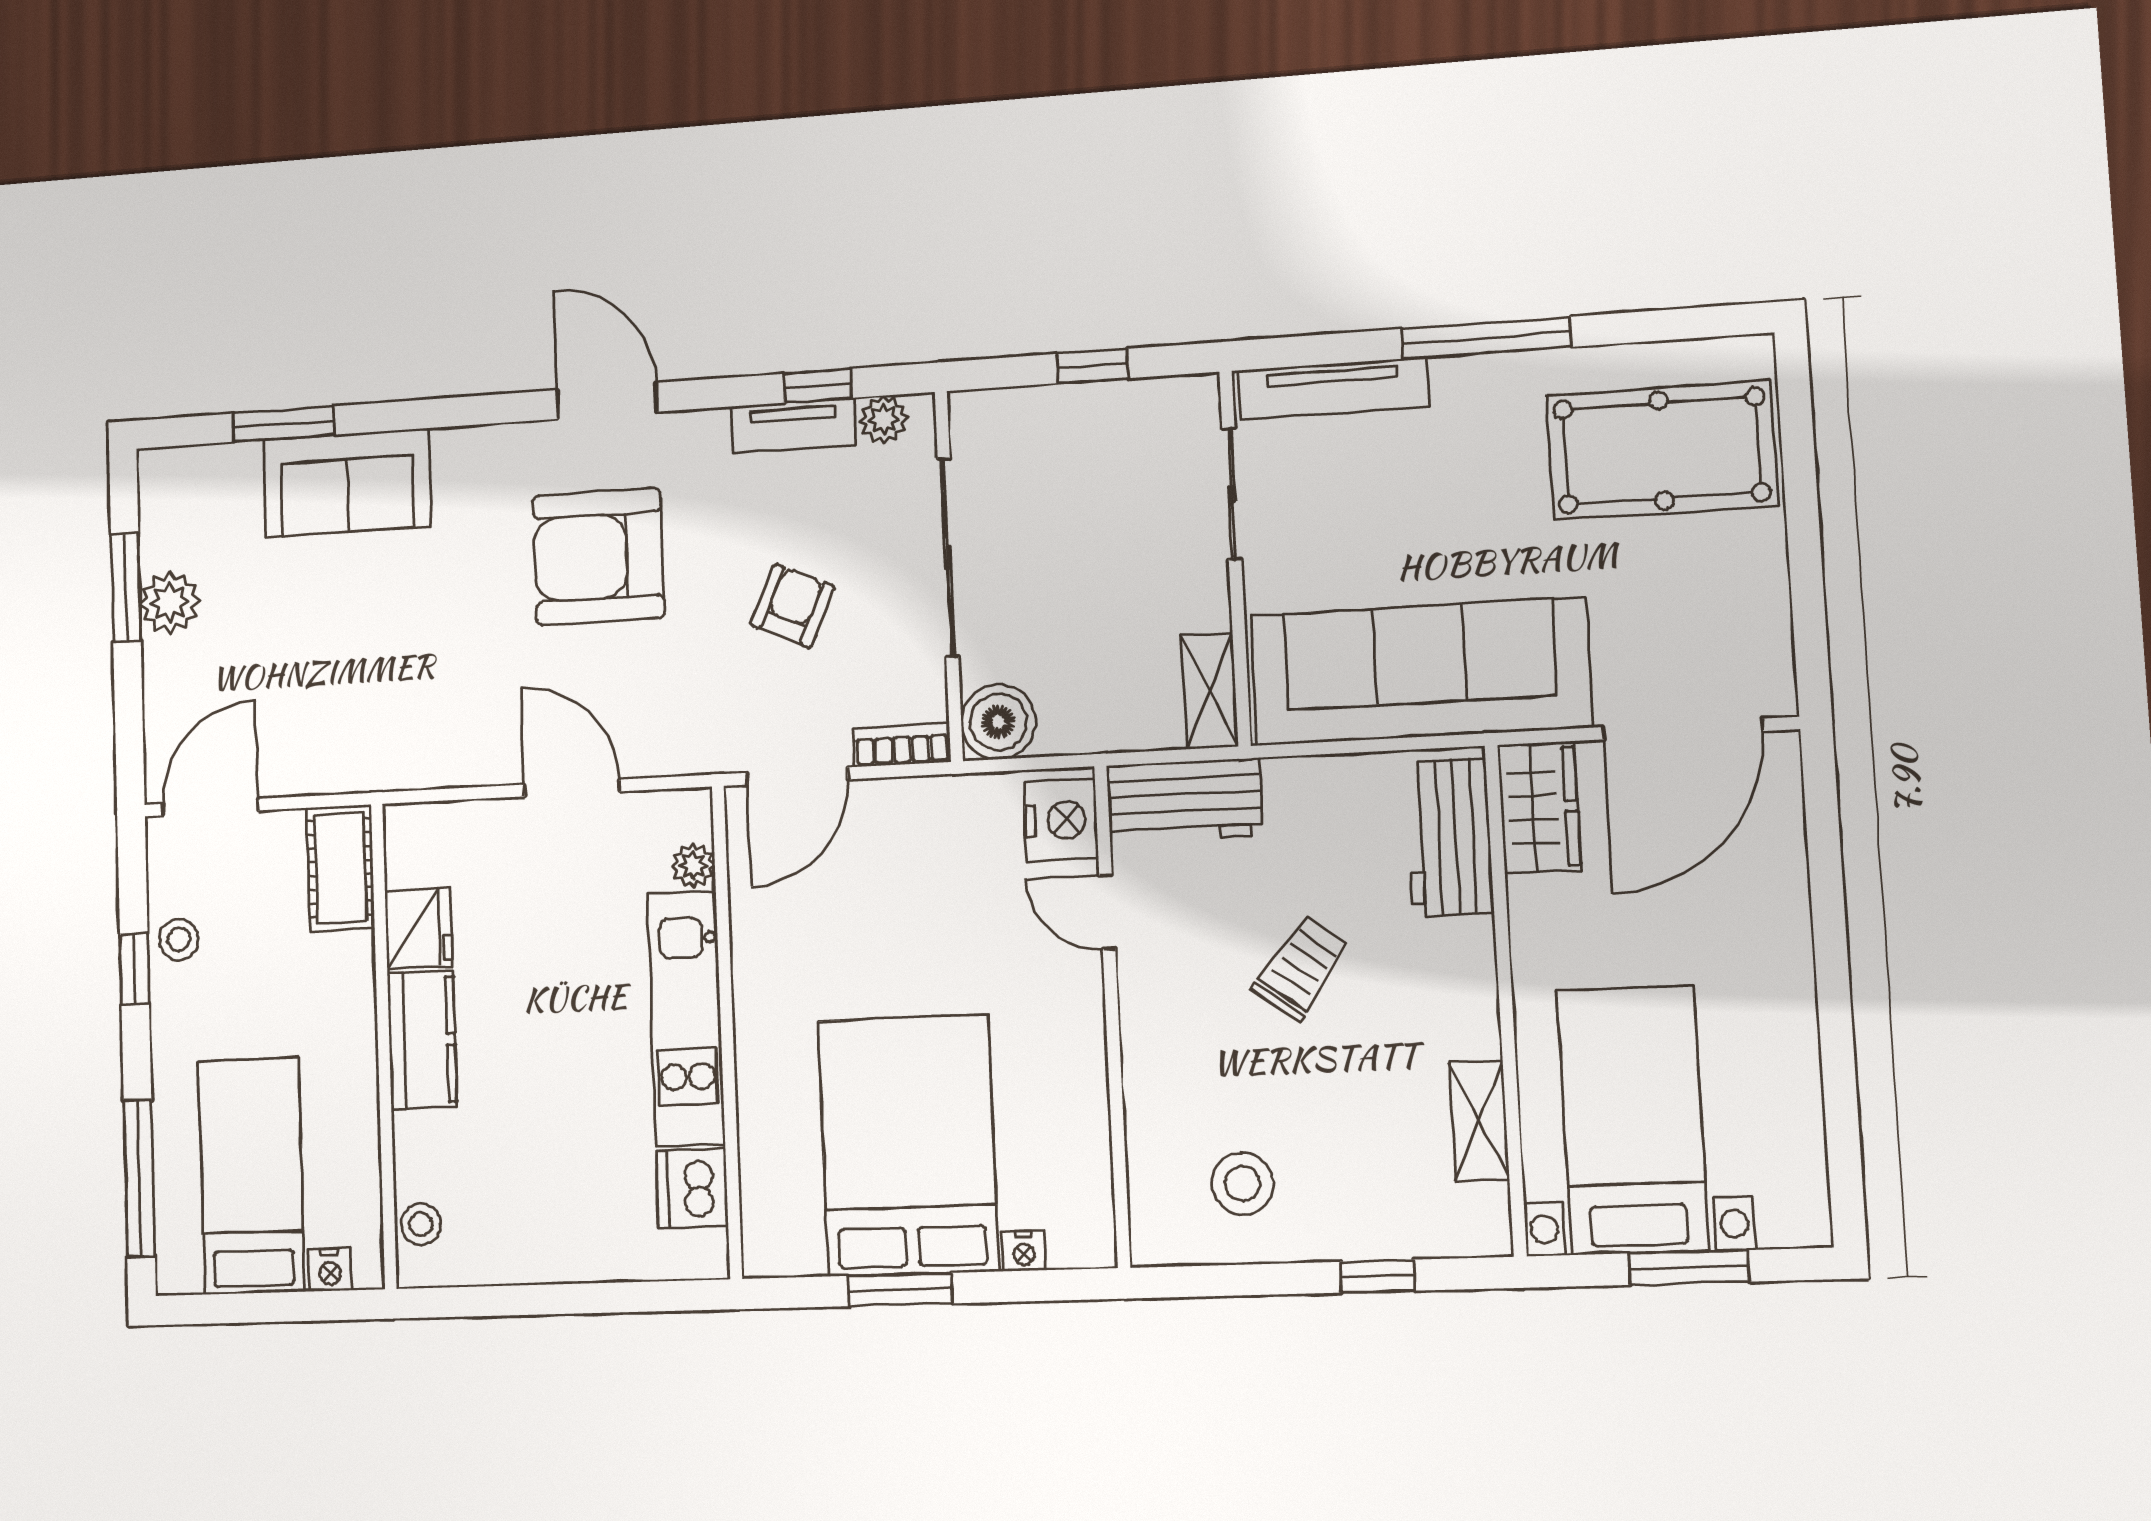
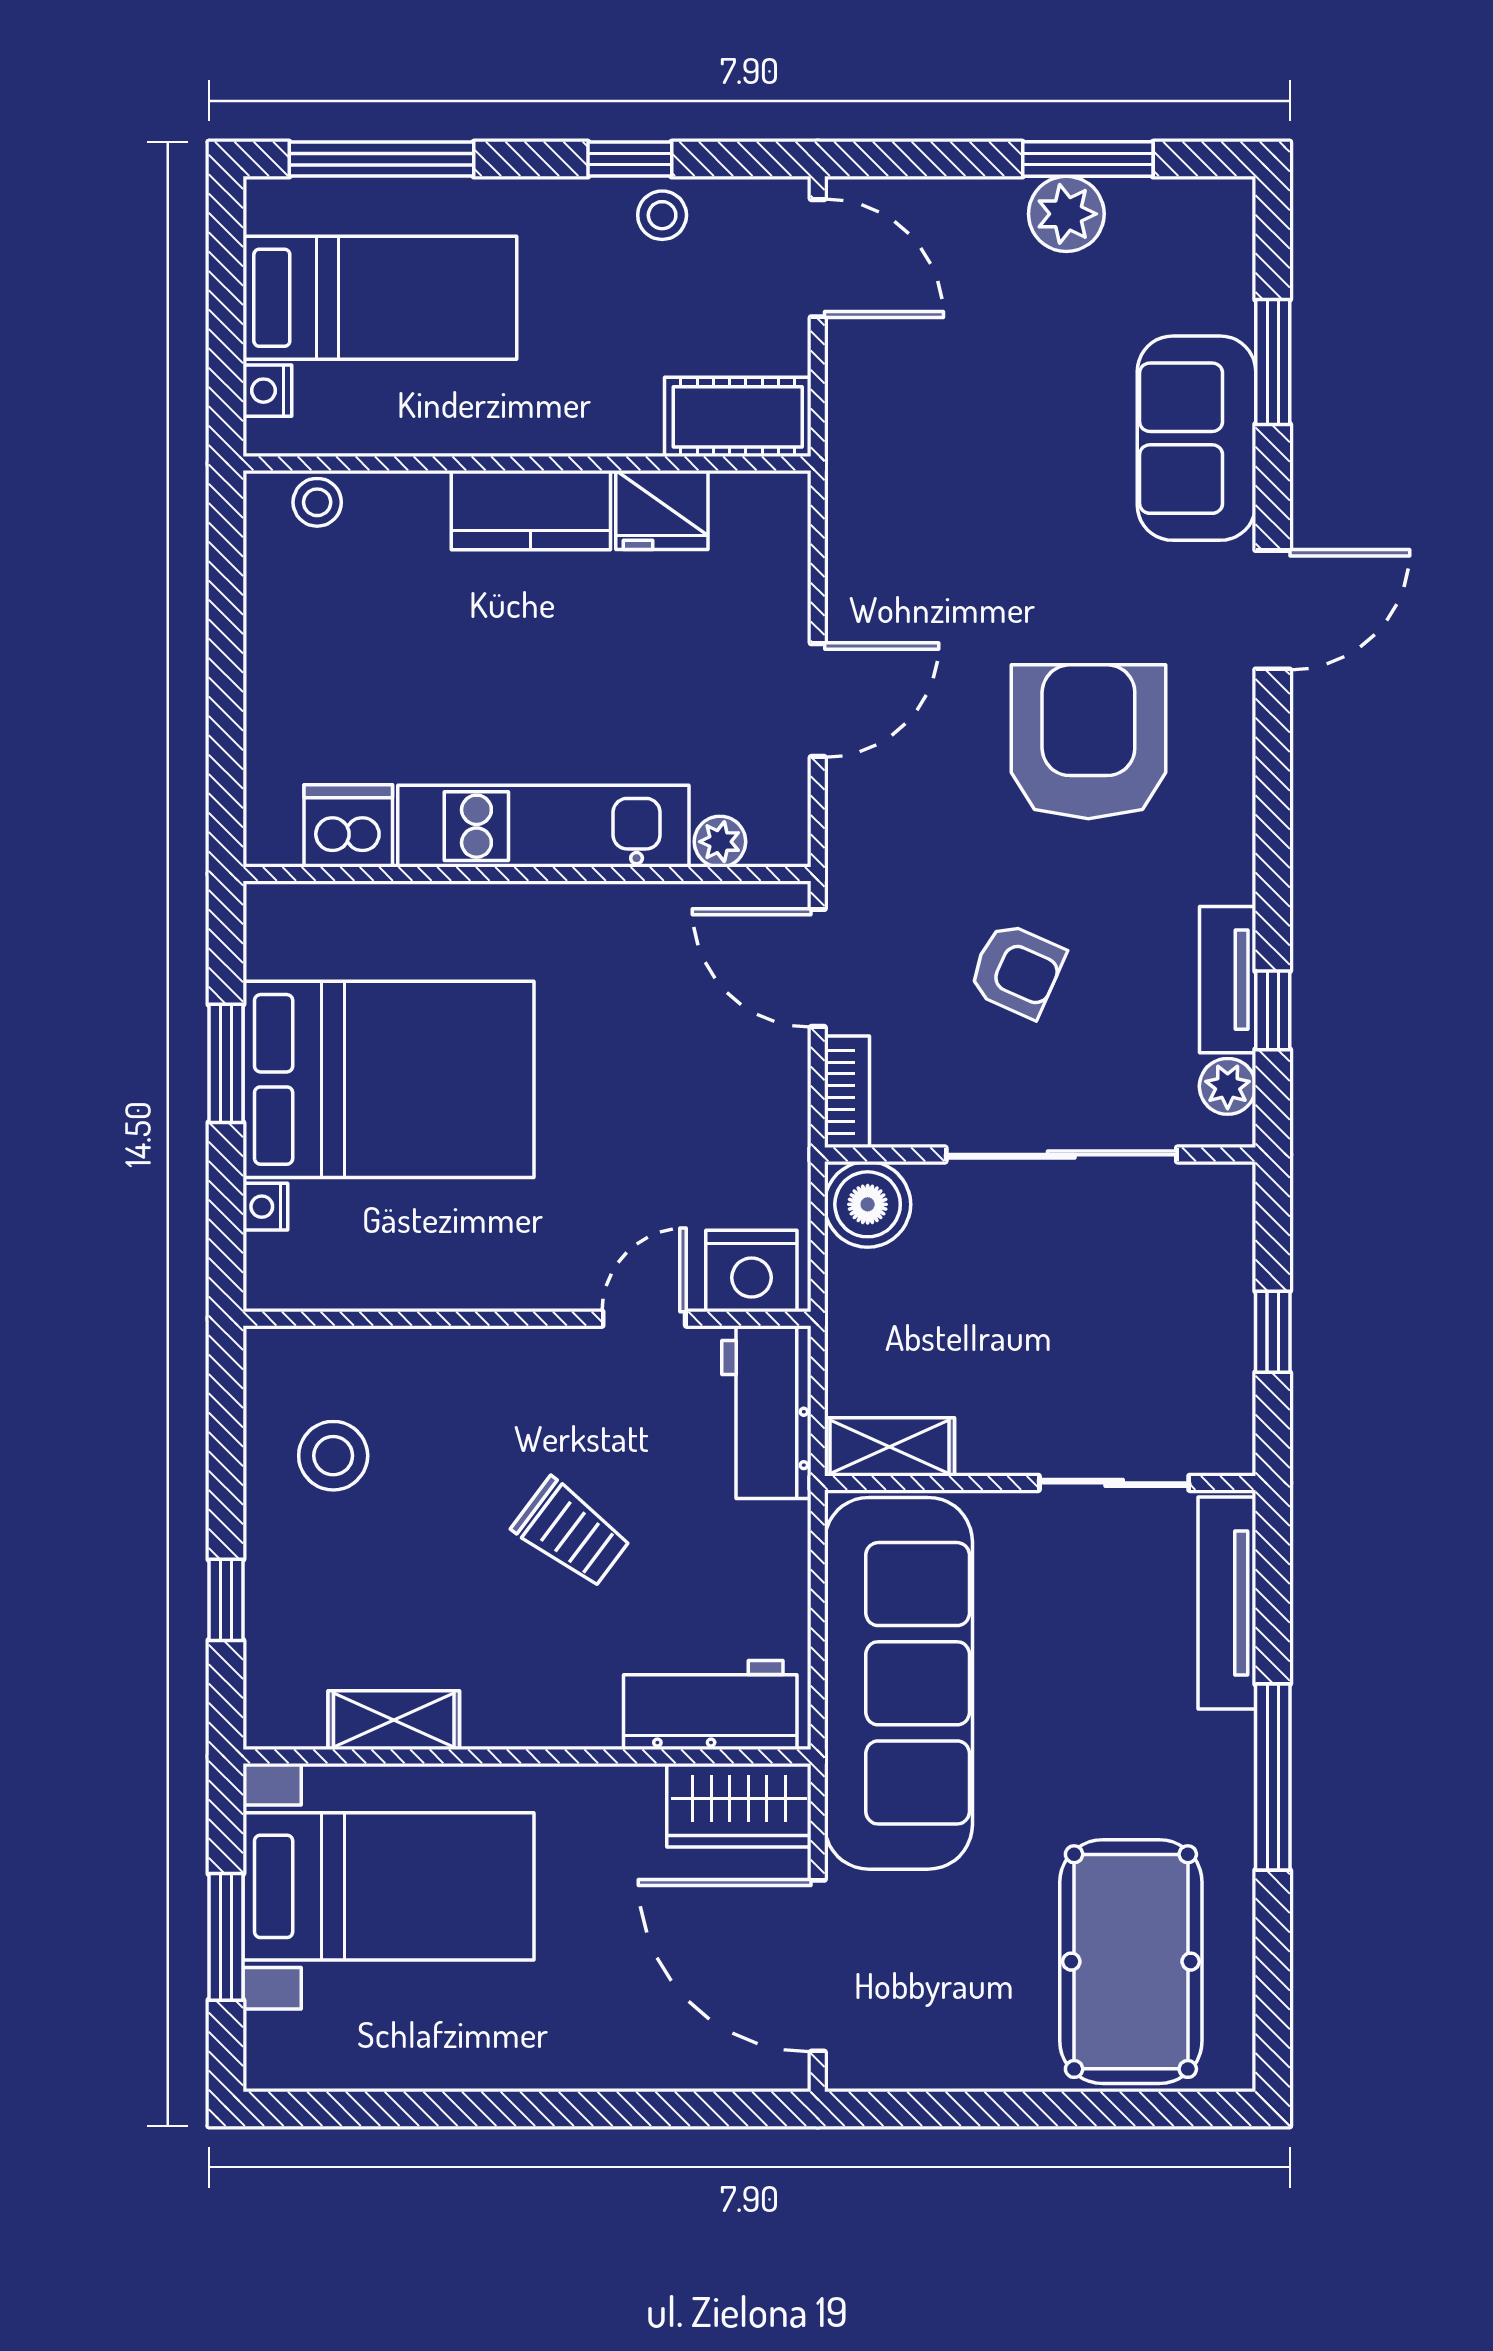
door: (607, 401) -> (1273, 610), moved

